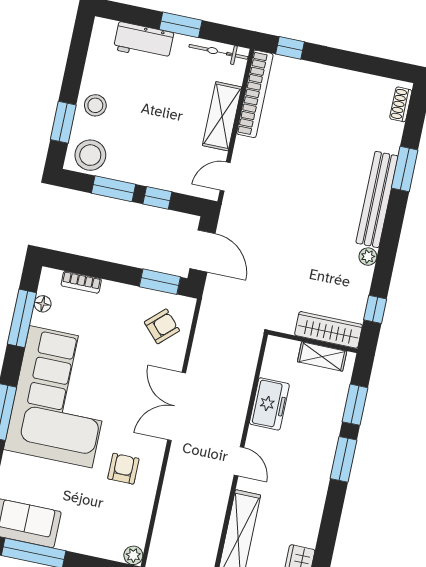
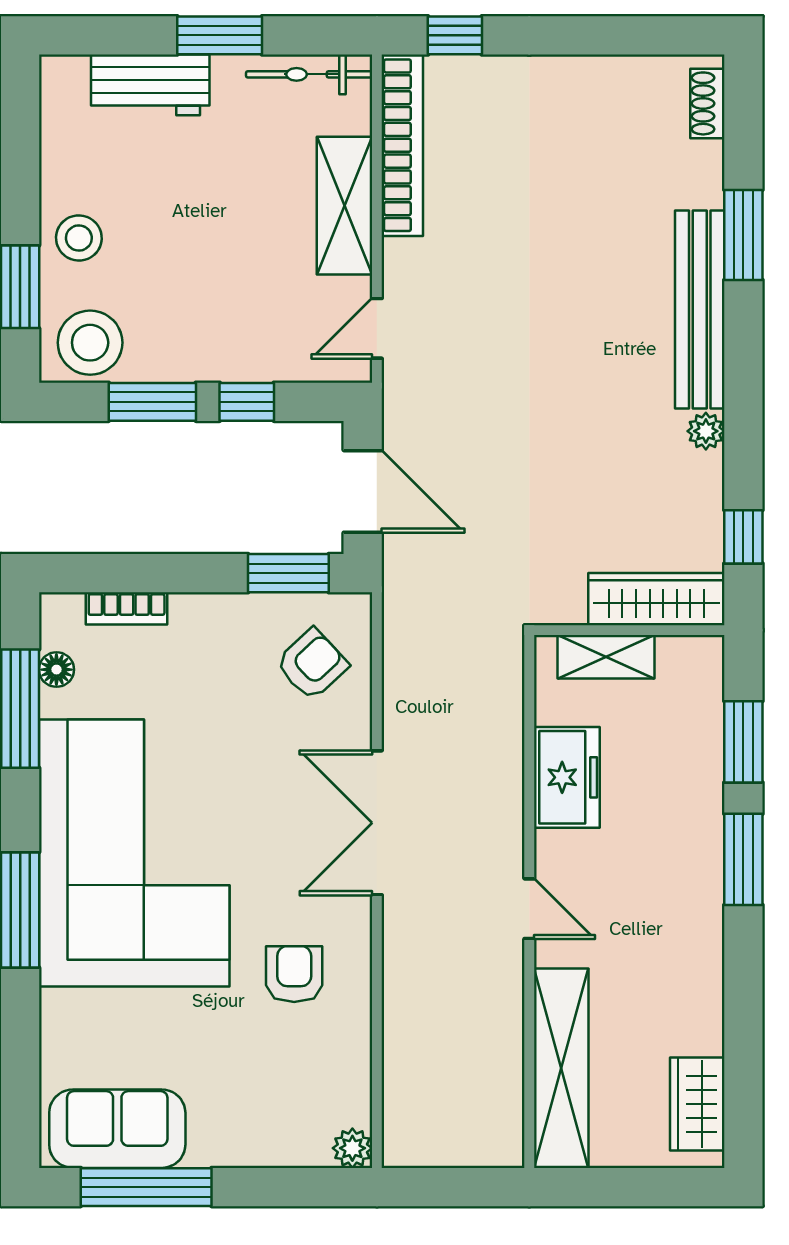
shelving: (322, 356) -> (606, 657), moved

